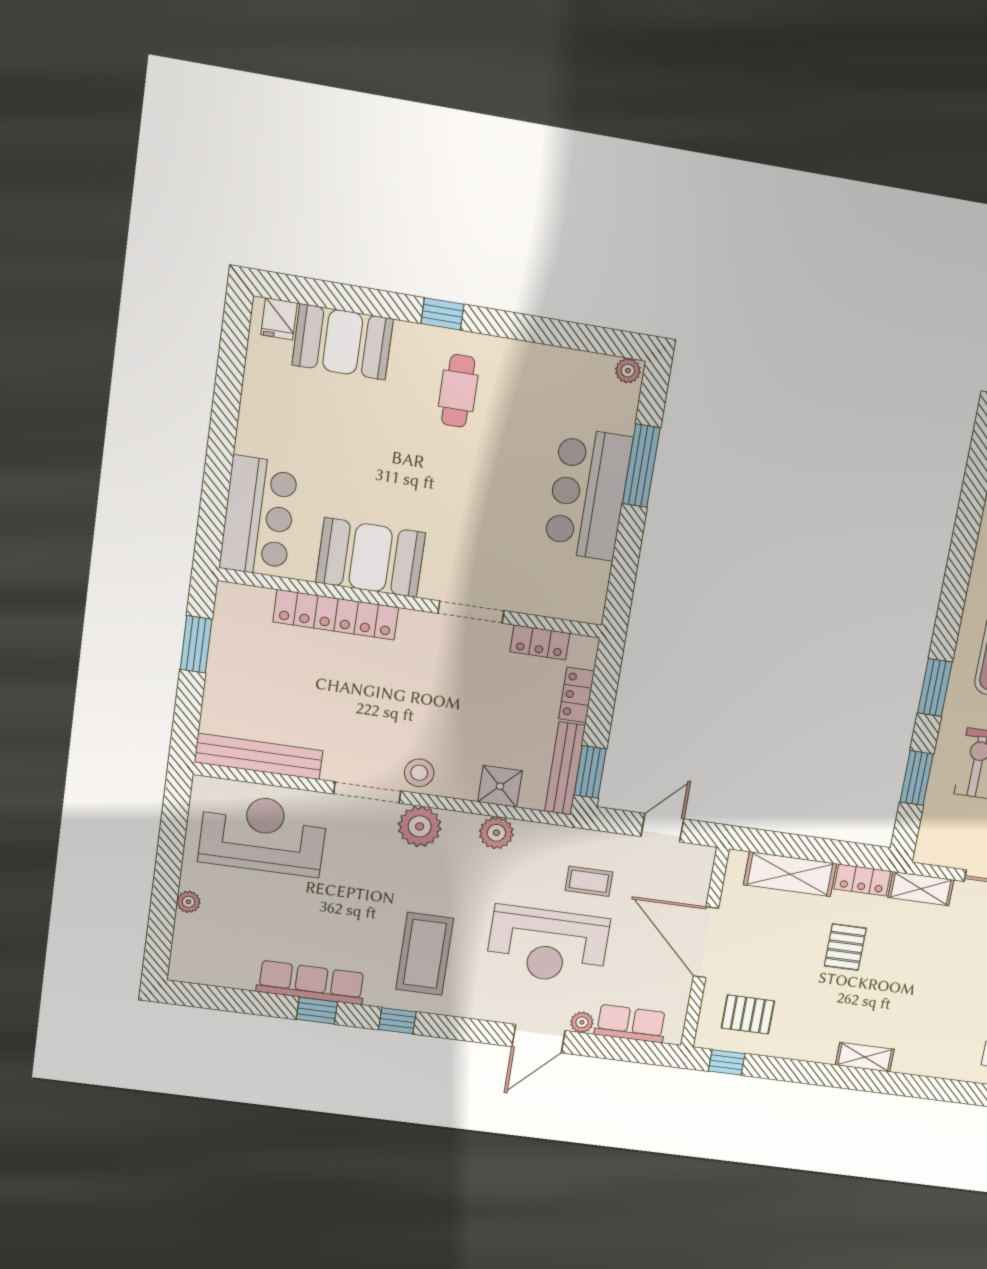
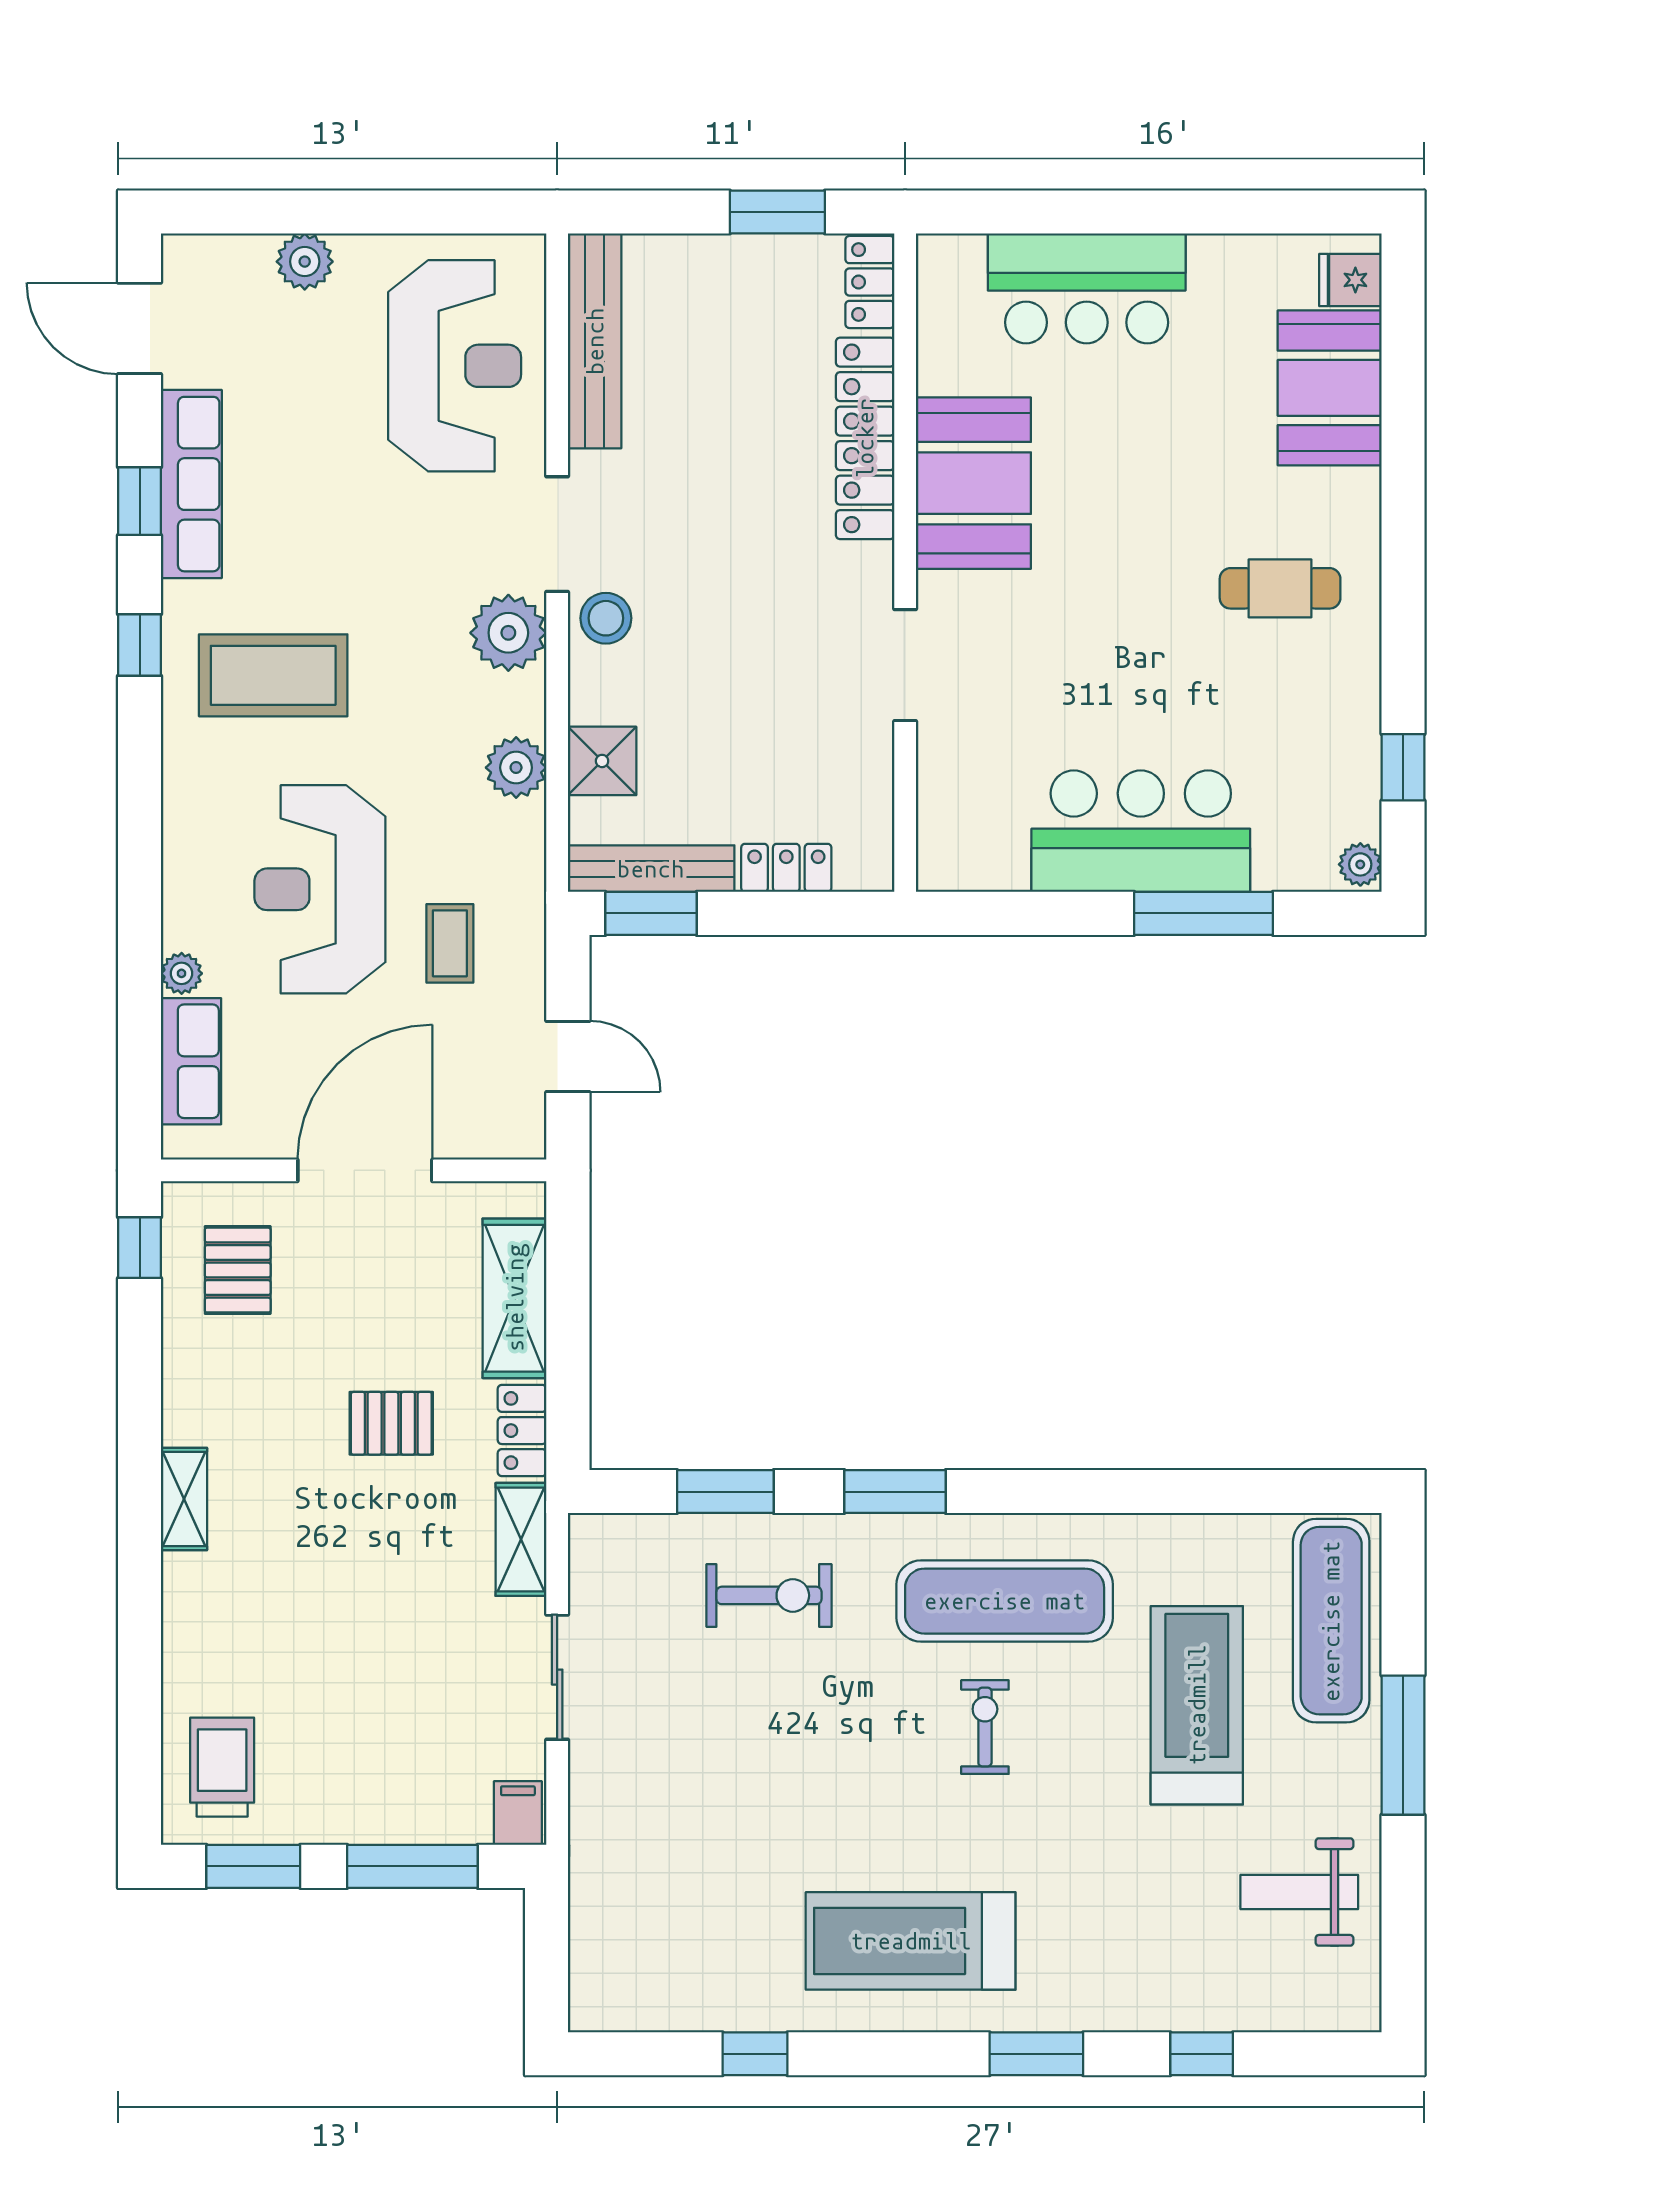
window: (442, 314) -> (1403, 767), moved
bar counter: (259, 516) -> (1087, 288), moved
locker: (540, 642) -> (870, 282), moved
plant: (188, 902) -> (305, 262), width x1.38, depth x1.38
door: (539, 1039) -> (140, 328), moved

